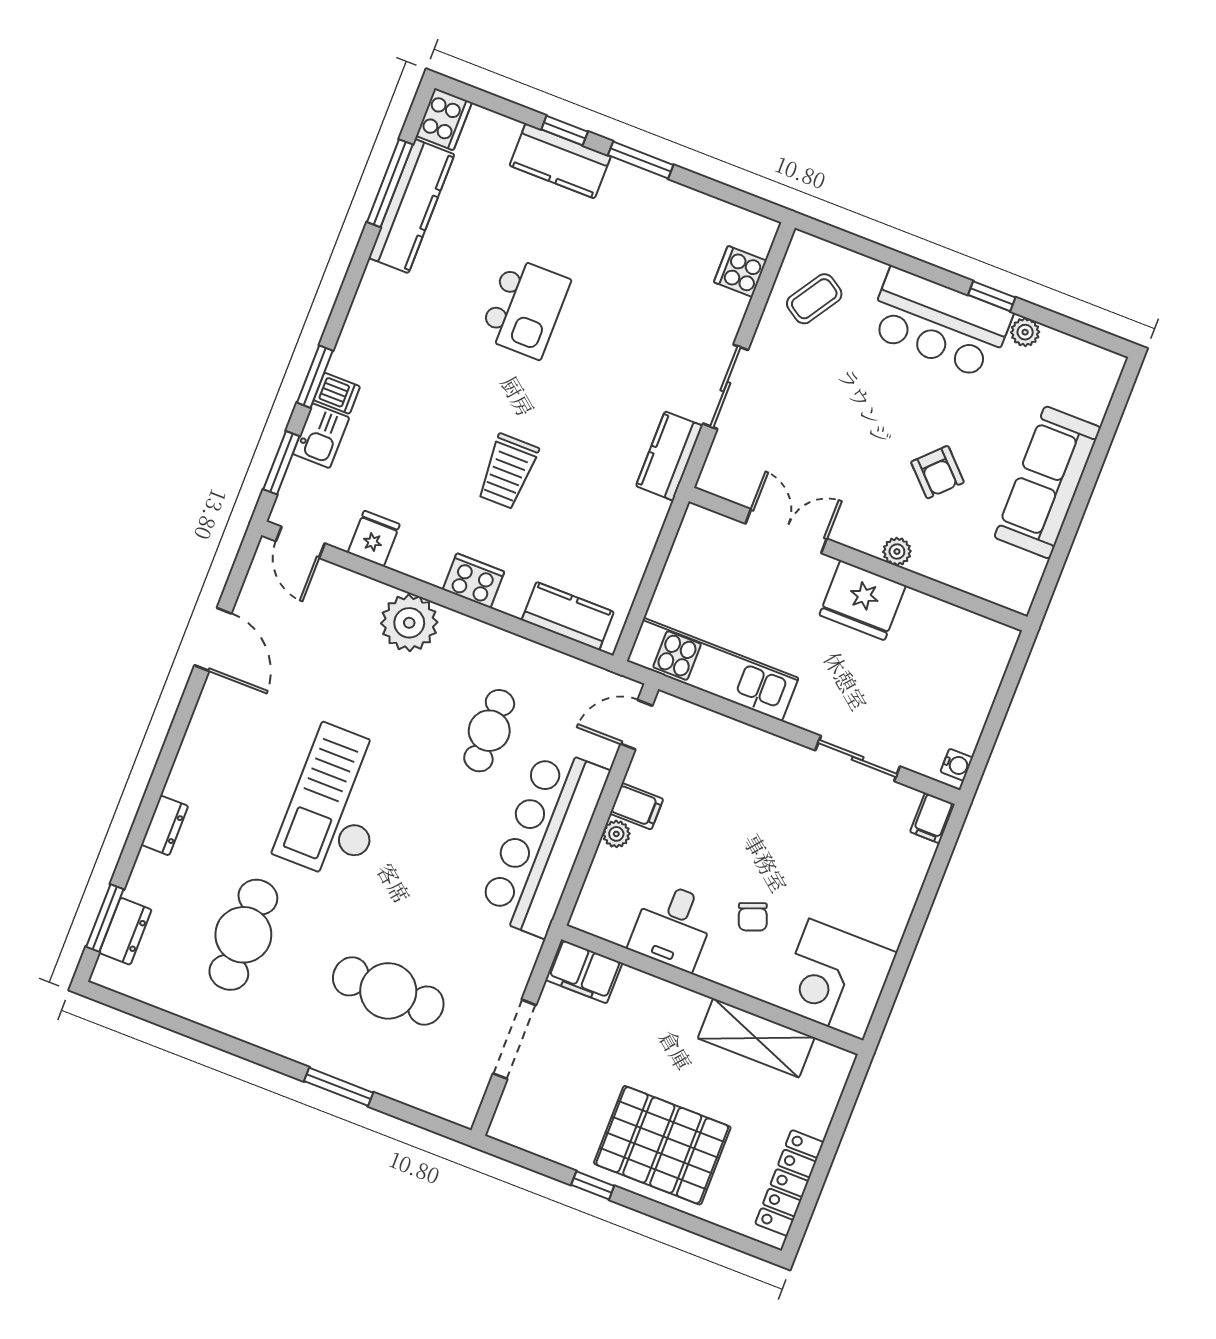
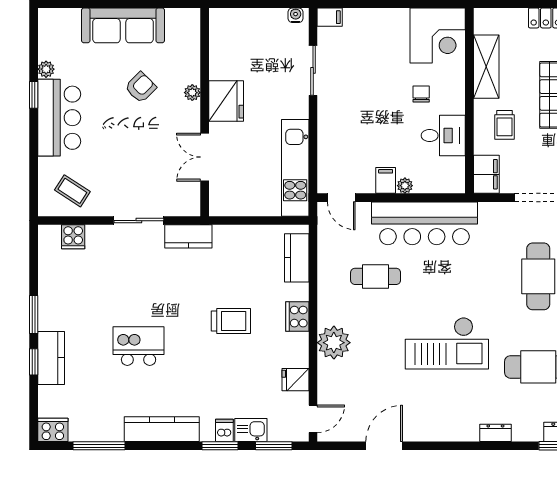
kitchen counter: (412, 206) -> (162, 429), moved
chair: (753, 917) -> (421, 94), turned -69
trolley: (651, 1031) -> (505, 125), added

